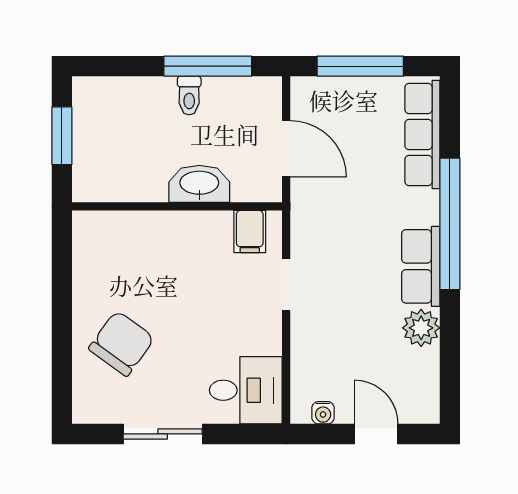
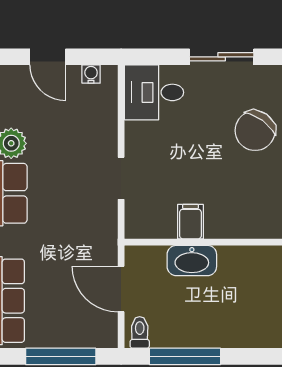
toilet: (189, 95) -> (140, 332), moved
filing cabinet: (250, 232) -> (190, 222), moved

